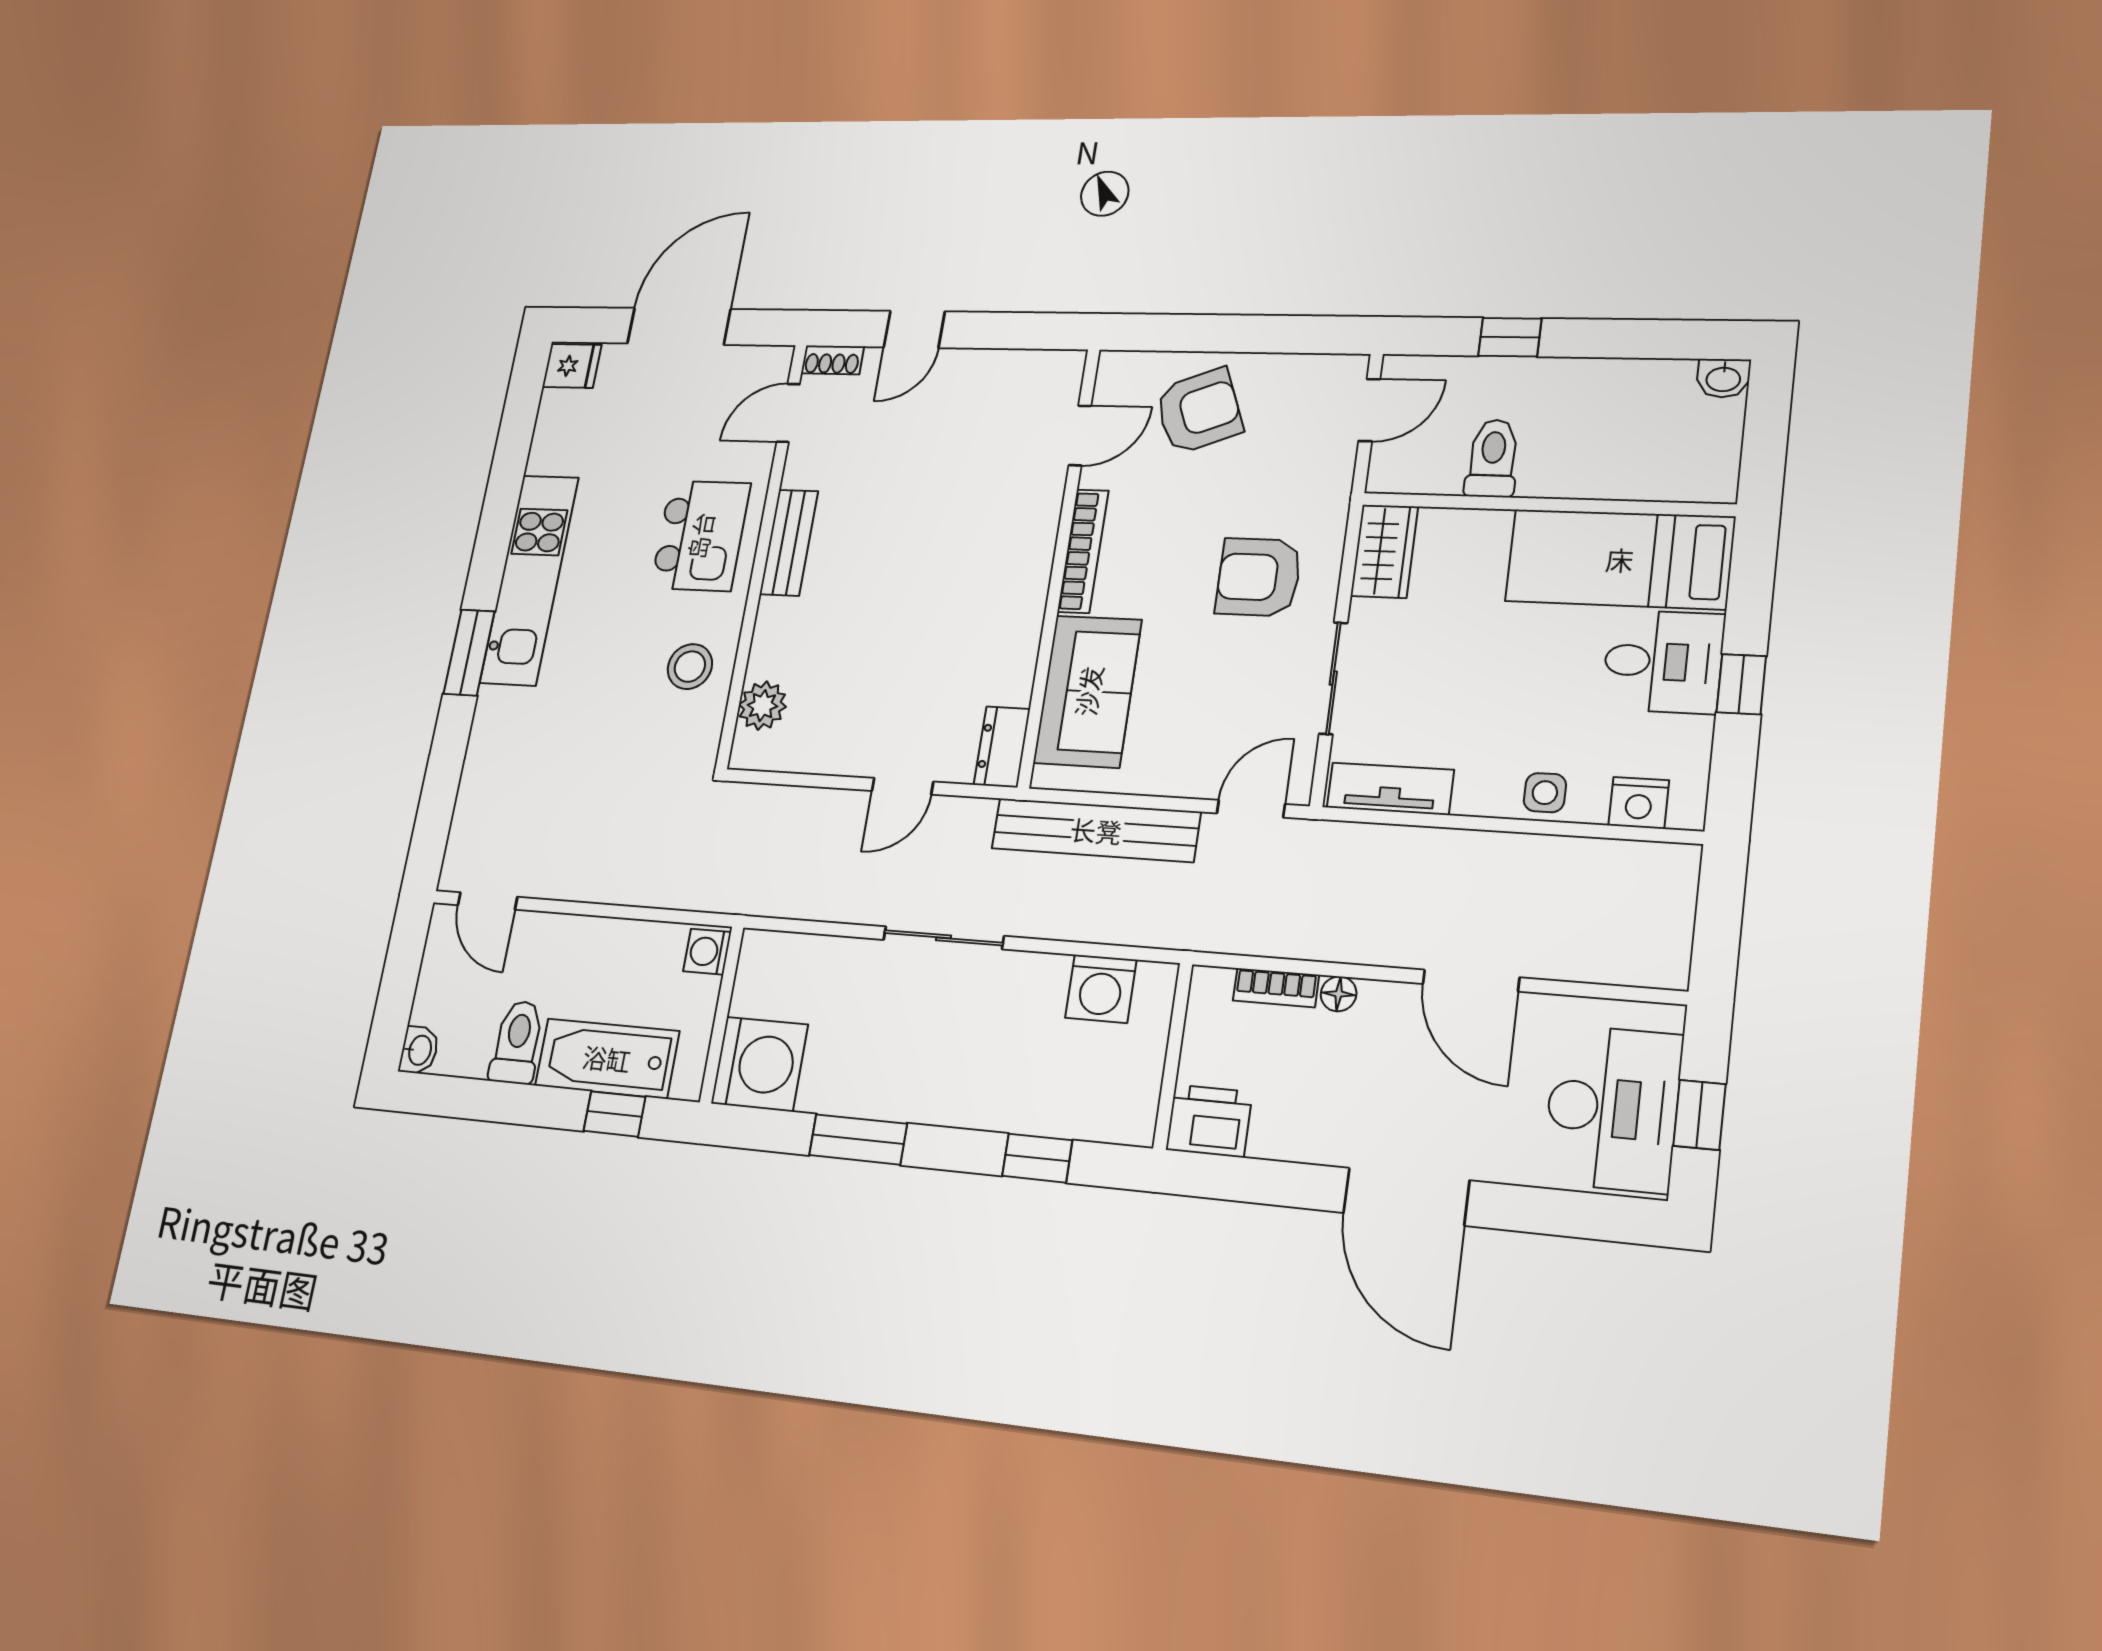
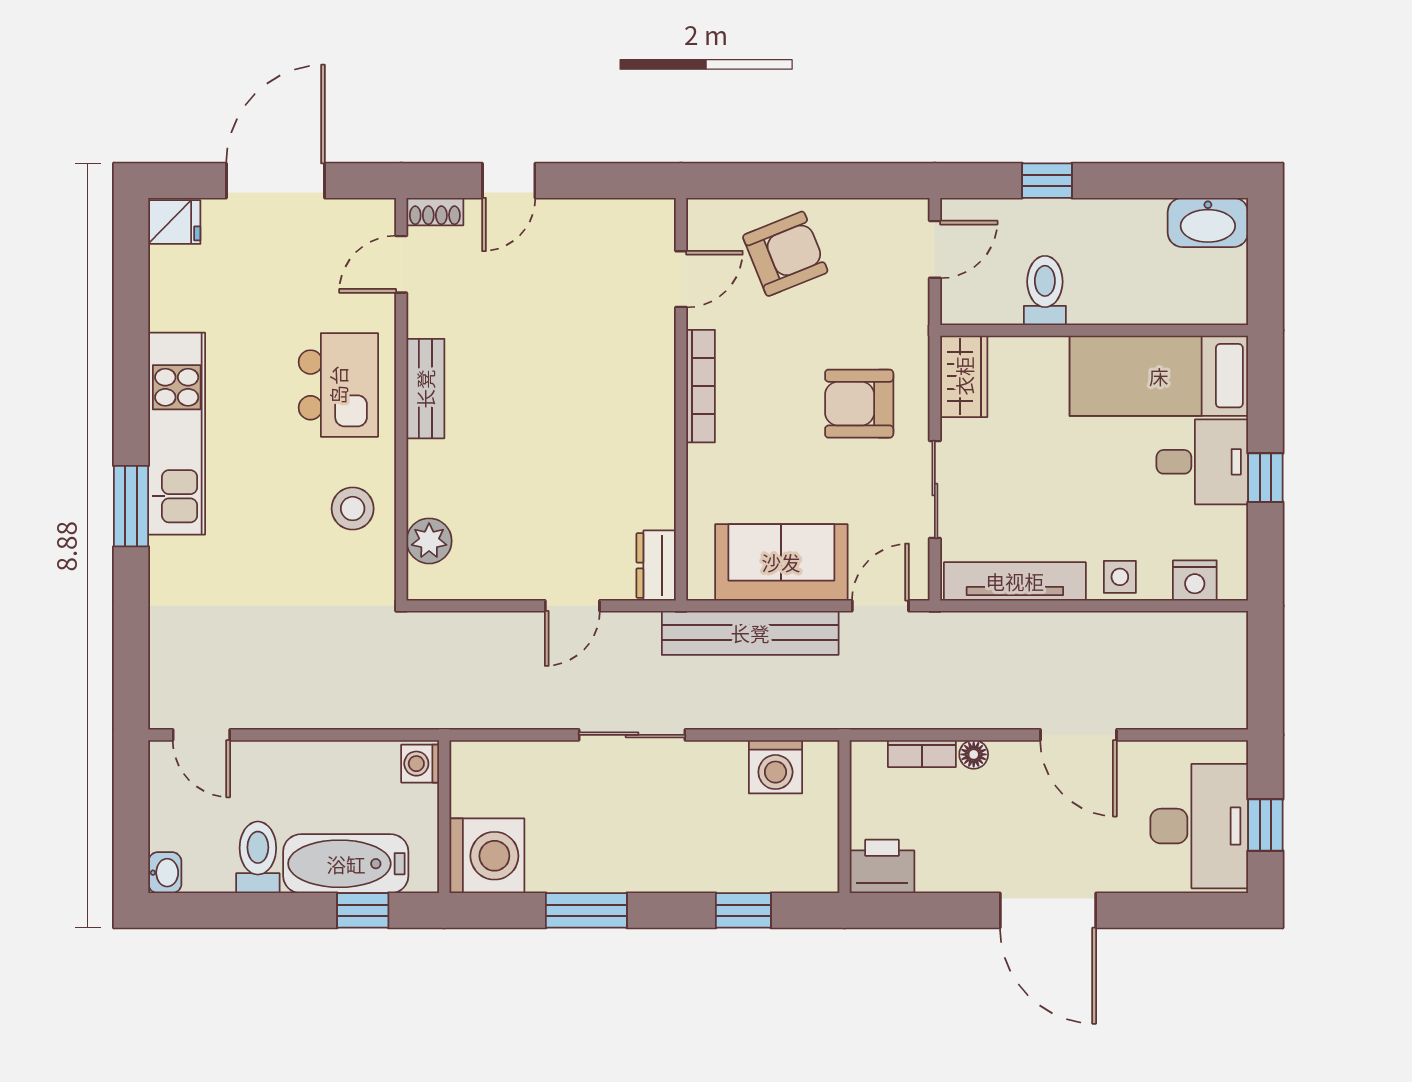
washbasin: (1723, 378) -> (1208, 222), width x1.91, depth x1.45
sofa: (1088, 691) -> (781, 562), moved, turned -90
tv unit: (1390, 789) -> (1015, 581), width x1.41

